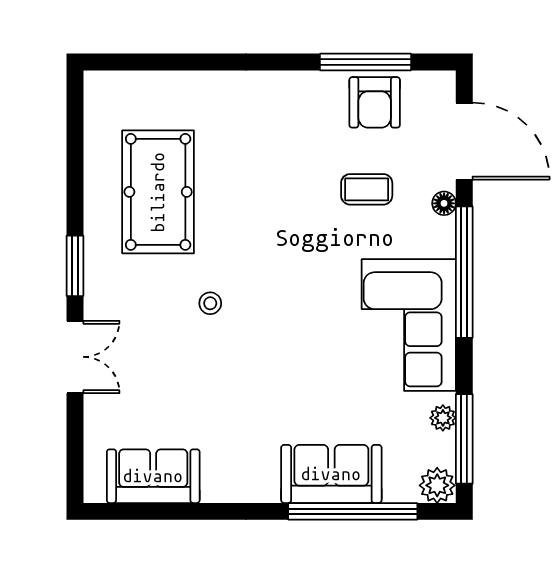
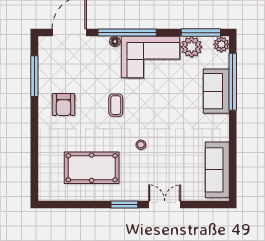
armchair: (375, 102) -> (63, 105), moved, turned 90
coffee table: (367, 189) -> (116, 105), moved
floor lamp: (444, 203) -> (115, 41), moved
plant: (443, 418) -> (192, 47), width x1.88, depth x1.88
sofa: (153, 476) -> (217, 170), width x1.36

